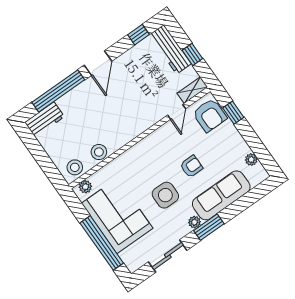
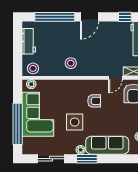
workbench: (44, 120) -> (29, 41), moved, turned -90
stool: (99, 152) -> (71, 63), moved
armchair: (191, 166) -> (94, 101), moved

